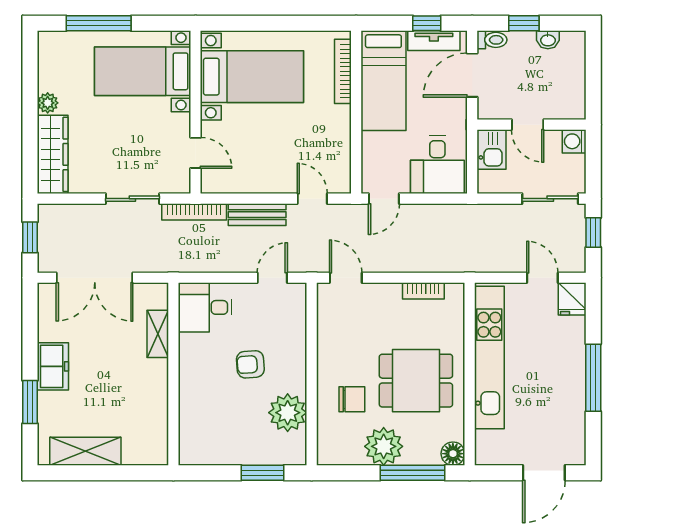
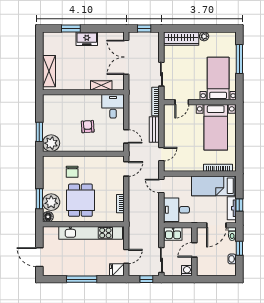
door: (472, 75) -> (216, 225), swing flipped
kitchen sink: (492, 149) -> (173, 234), moved
plant: (288, 413) -> (51, 143), moved
plant: (384, 446) -> (51, 202), moved
shelving: (85, 451) -> (49, 71), moved
window: (413, 473) -> (39, 199), width x0.69

